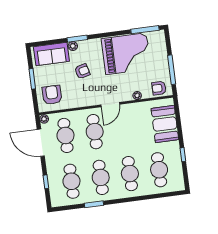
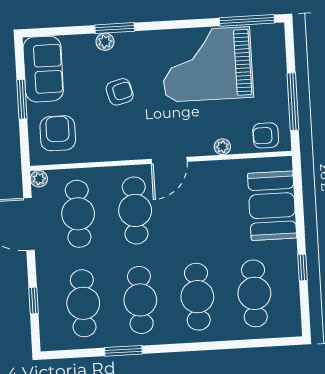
sofa: (51, 54) -> (43, 69), moved, turned -90
grand piano: (126, 54) -> (207, 64), turned 180

